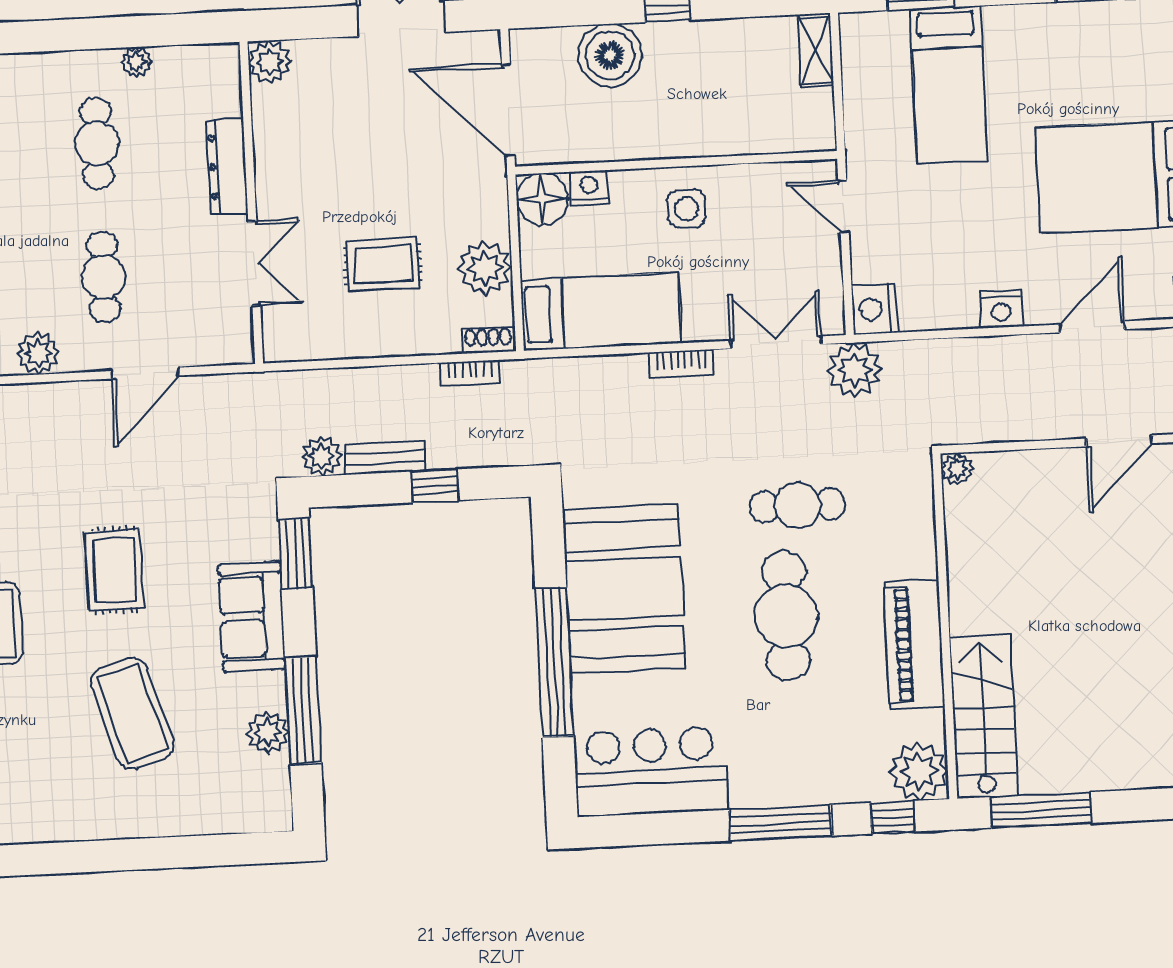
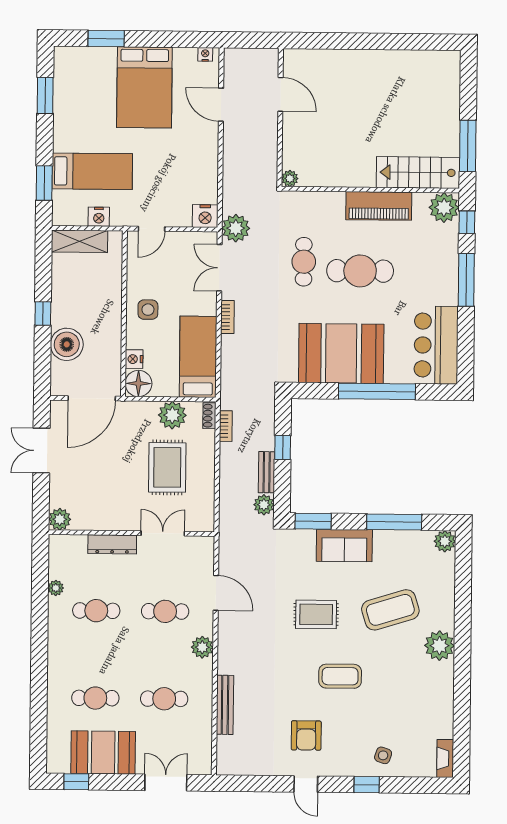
shelving: (816, 50) -> (79, 241), width x1.50, depth x1.33
rug: (383, 264) -> (167, 467), width x1.36, depth x1.43
nightstand: (1001, 309) -> (99, 217), moved, turned 90
plant: (268, 733) -> (445, 541), moved
plant: (69, 813) -> (439, 646), added

